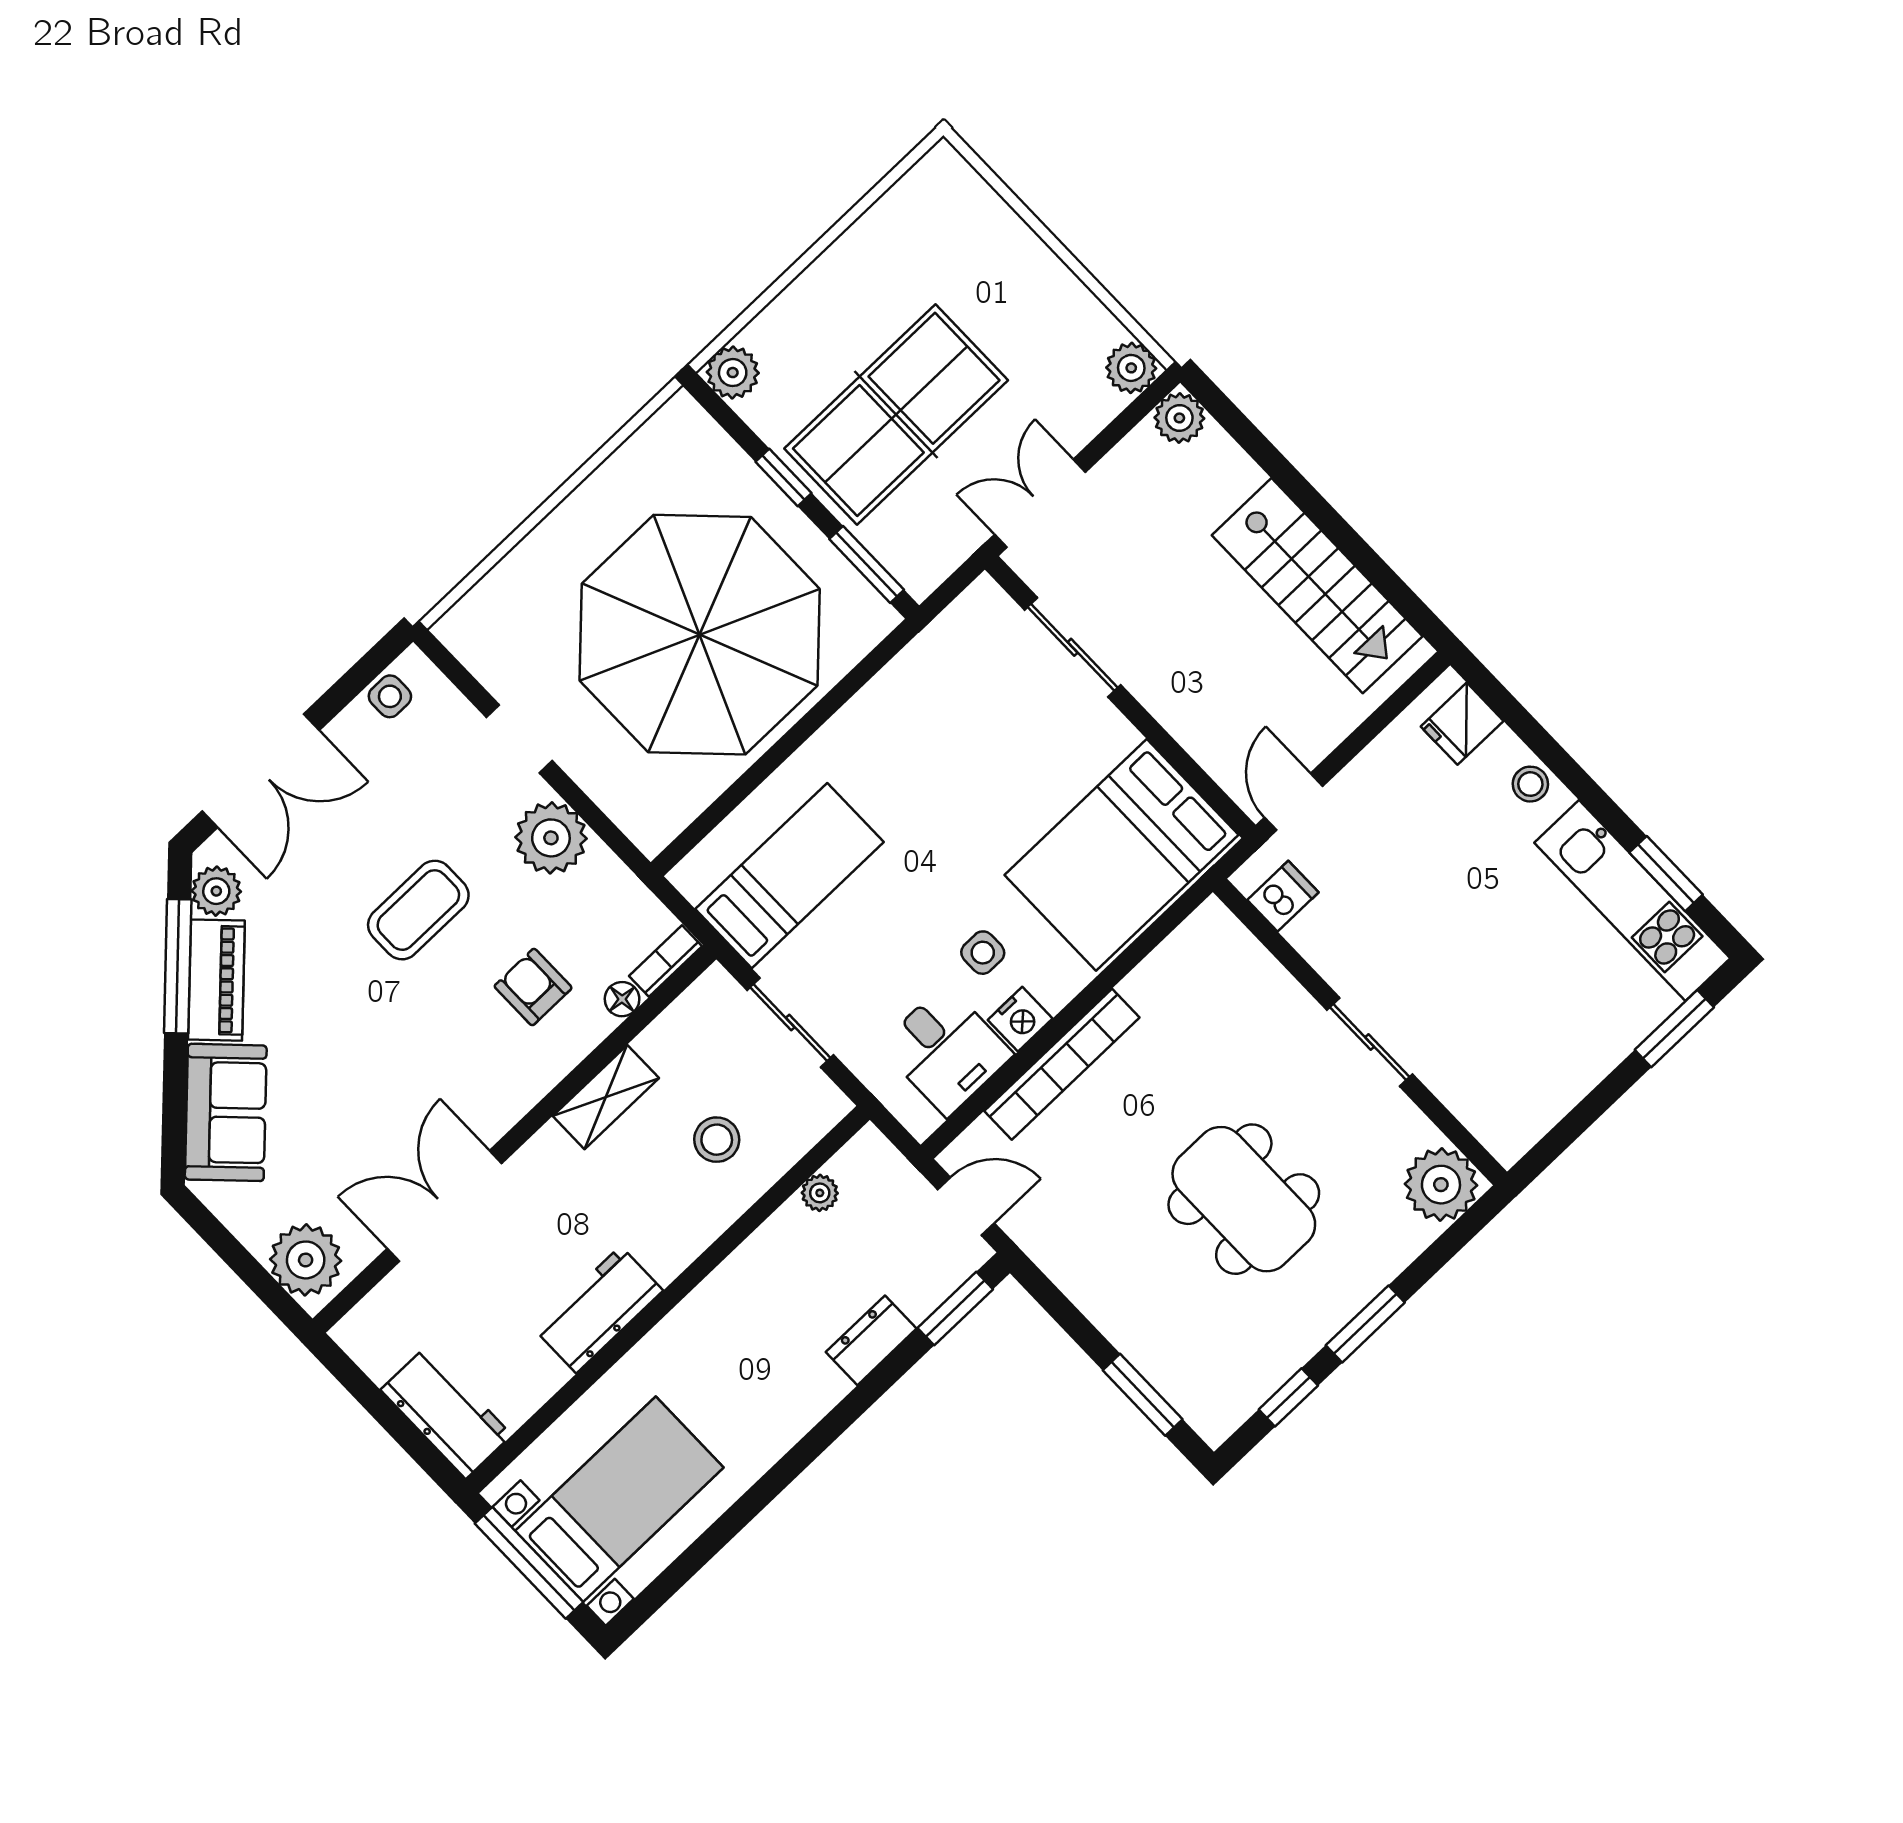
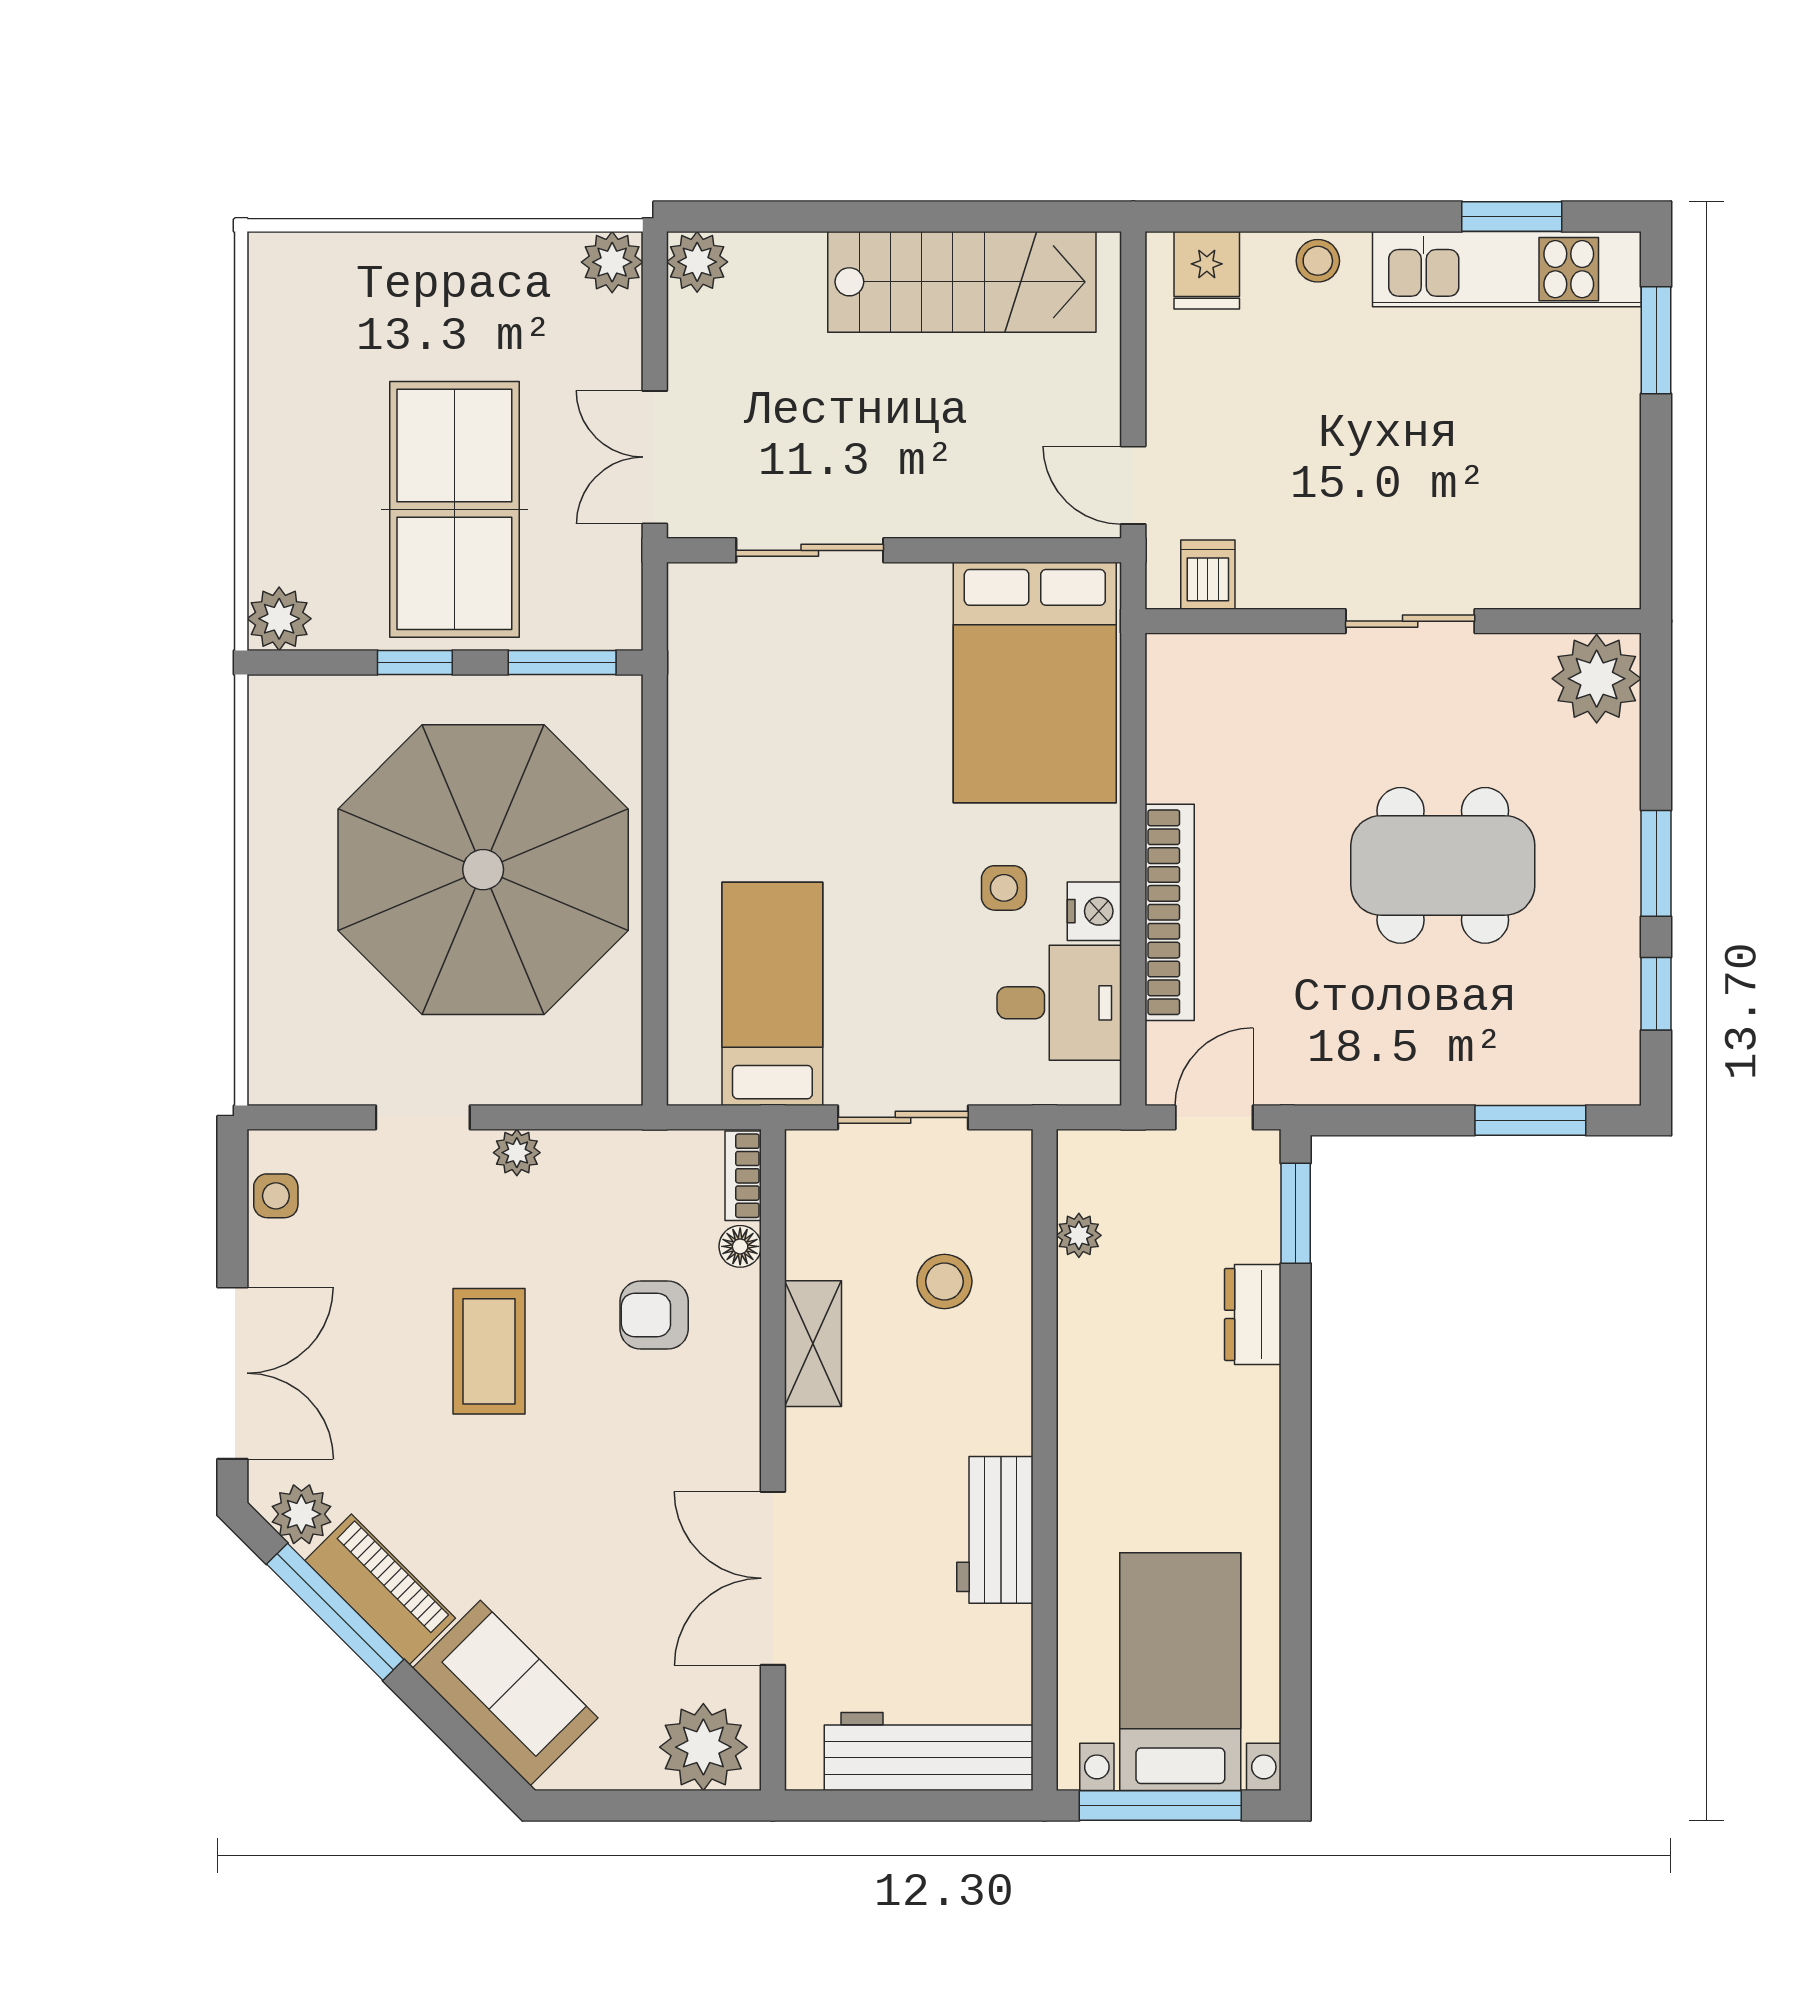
plant: (551, 838) -> (517, 1153), width x0.53, depth x0.53
workbench: (446, 1412) -> (929, 1752), width x1.37

